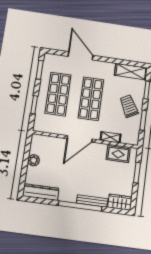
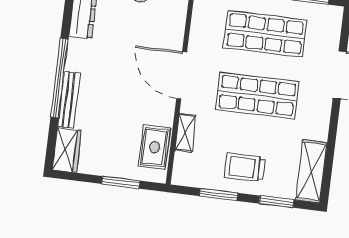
trolley: (129, 106) -> (245, 167), turned -152

